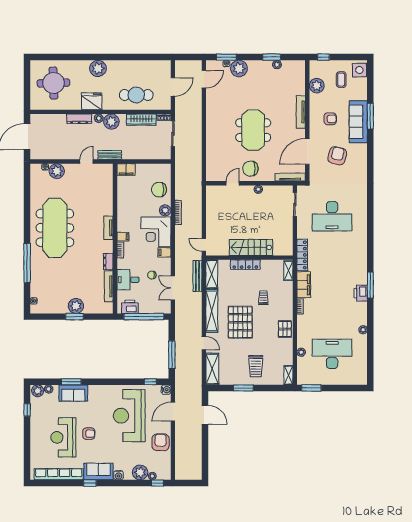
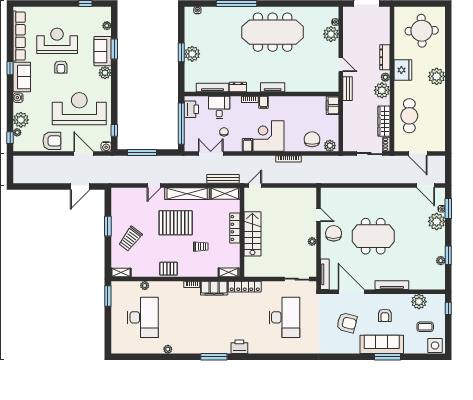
plant: (165, 210) -> (330, 146), moved
desk: (332, 216) -> (284, 317), turned 180
printer: (361, 293) -> (239, 347), moved
trolley: (256, 366) -> (130, 239), turned -53
shelving: (212, 369) -> (127, 194), removed
plant: (38, 391) -> (105, 73), moved

